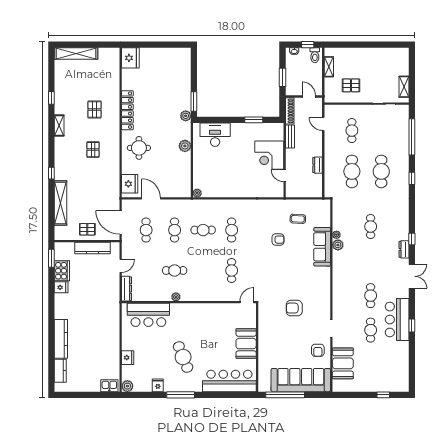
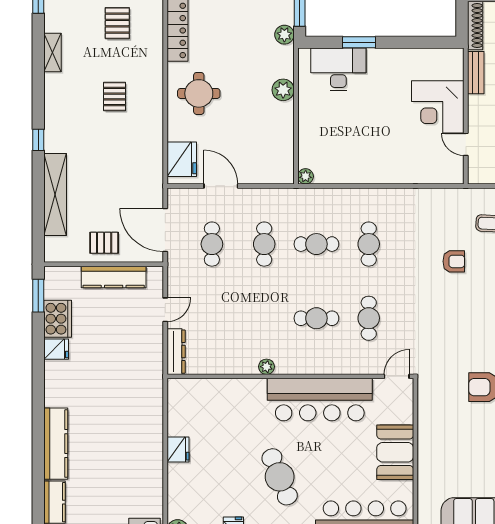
window: (254, 120) -> (359, 42), moved
cafe table: (175, 270) -> (316, 318), moved
bar counter: (148, 315) -> (320, 400), moved, width x1.36
fridge: (128, 358) -> (178, 449), moved

